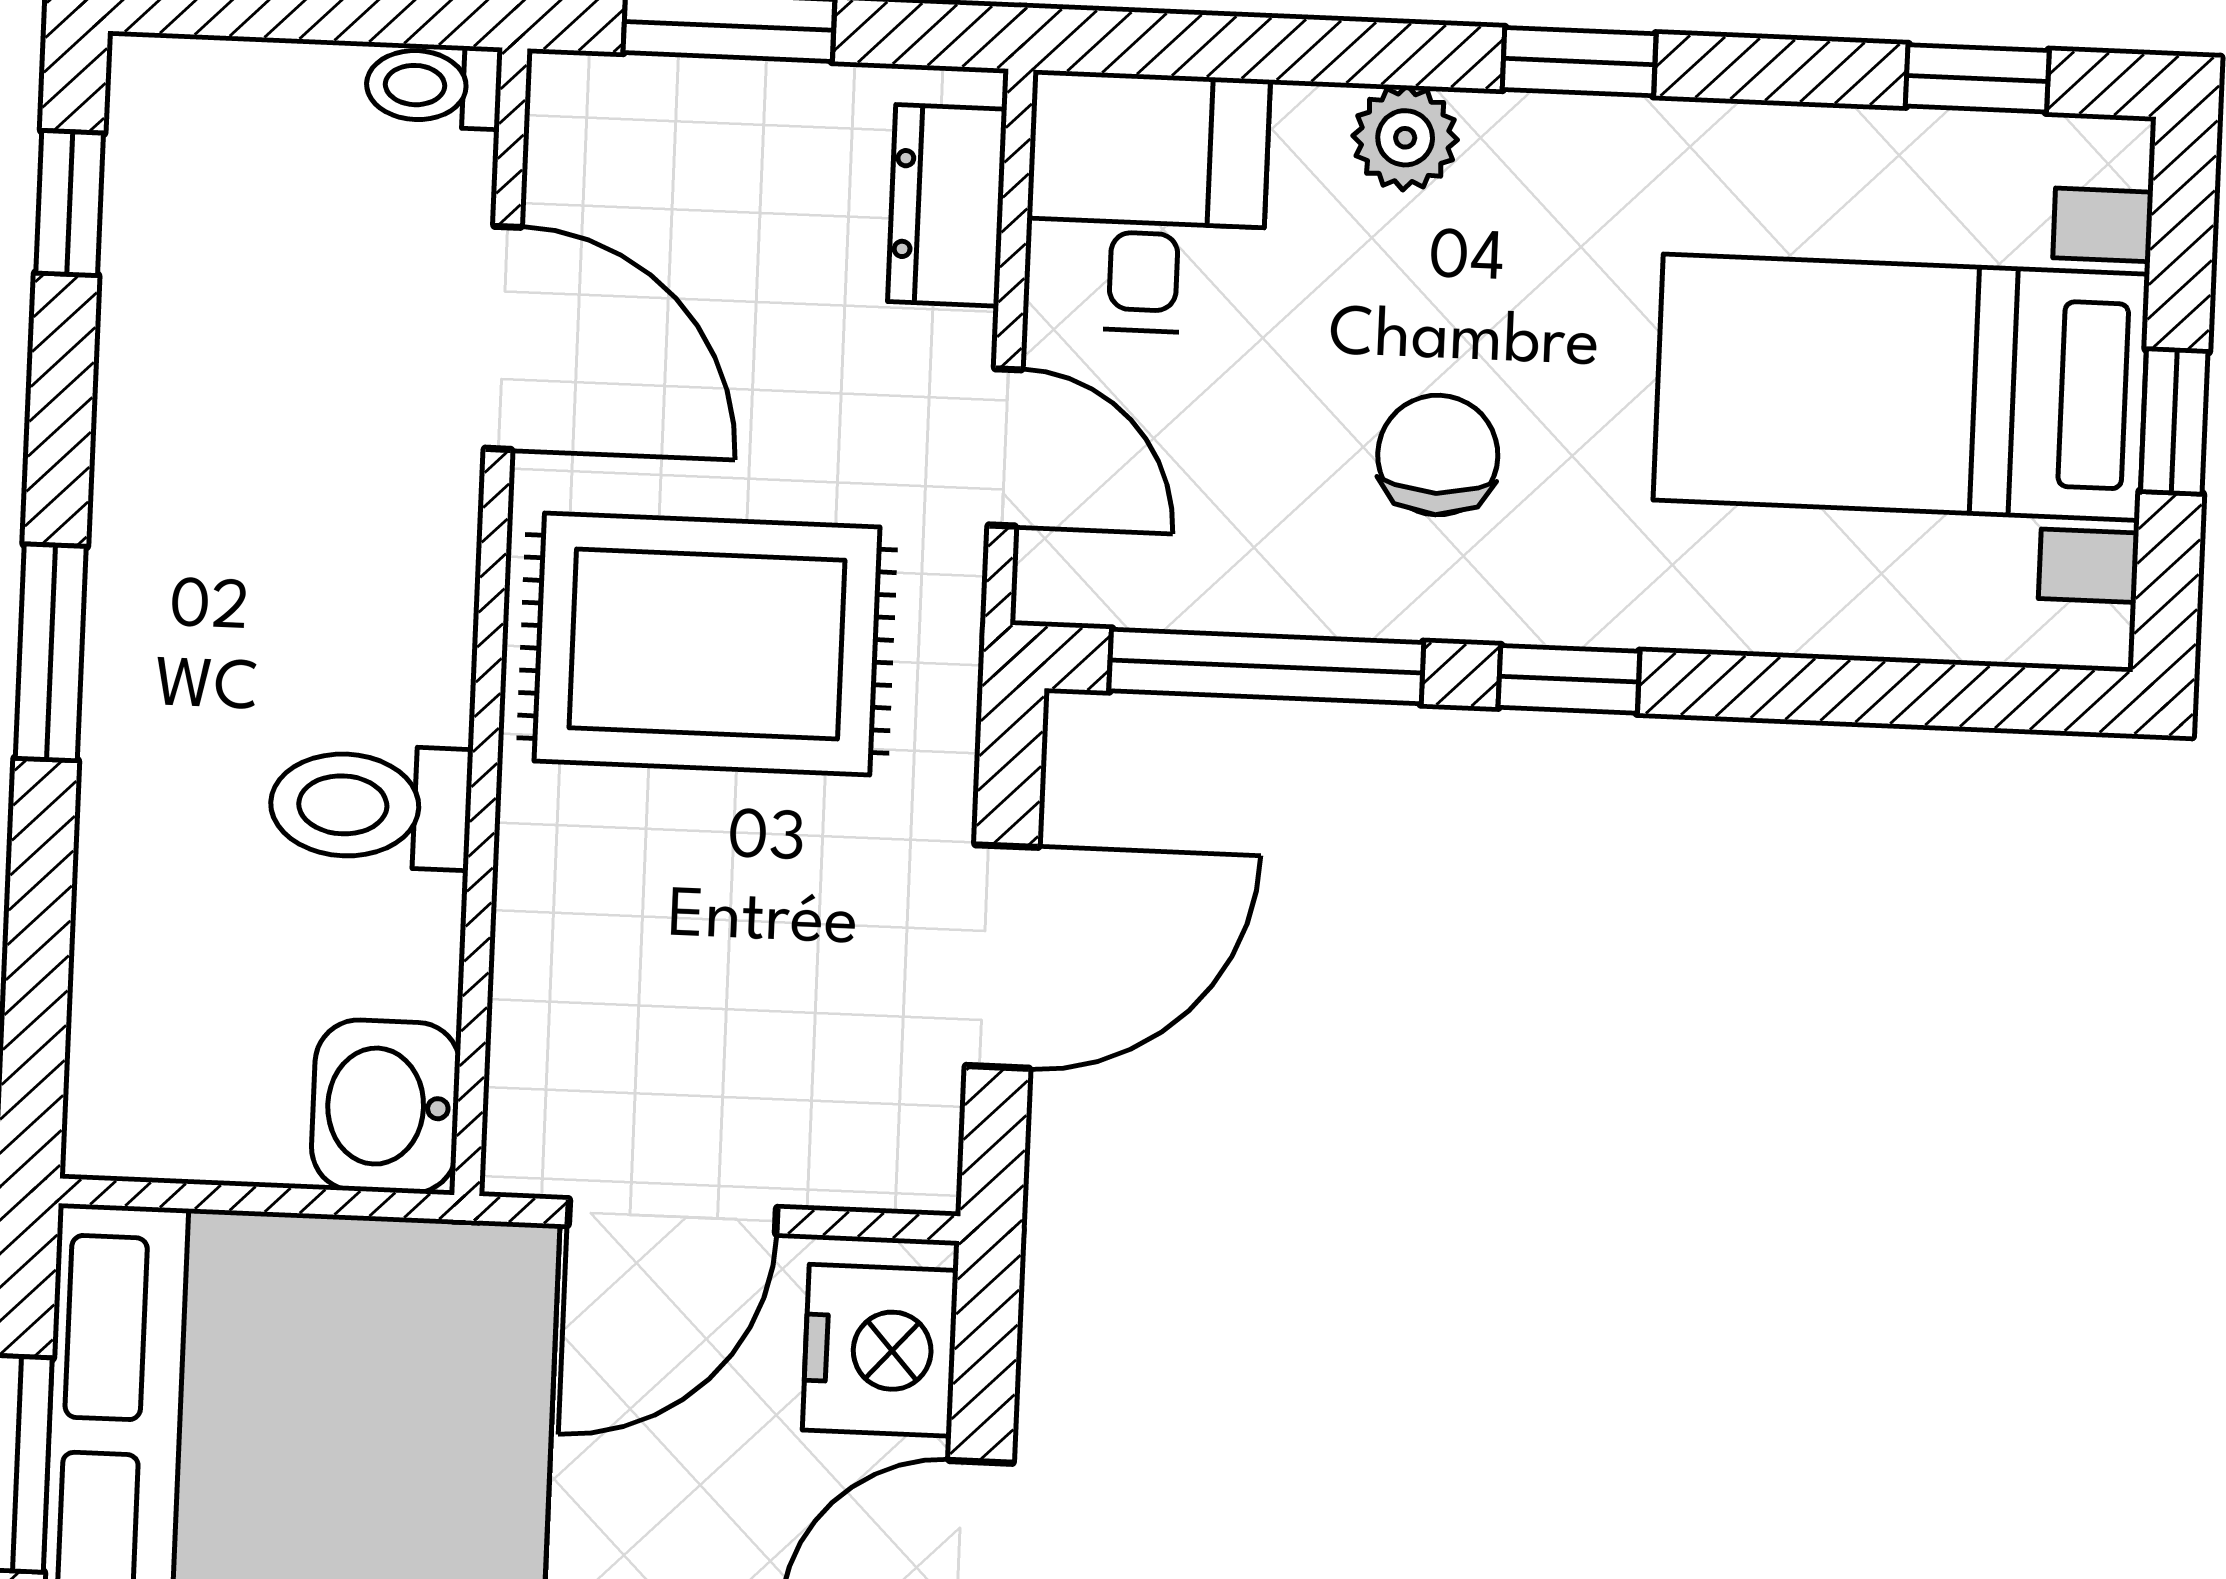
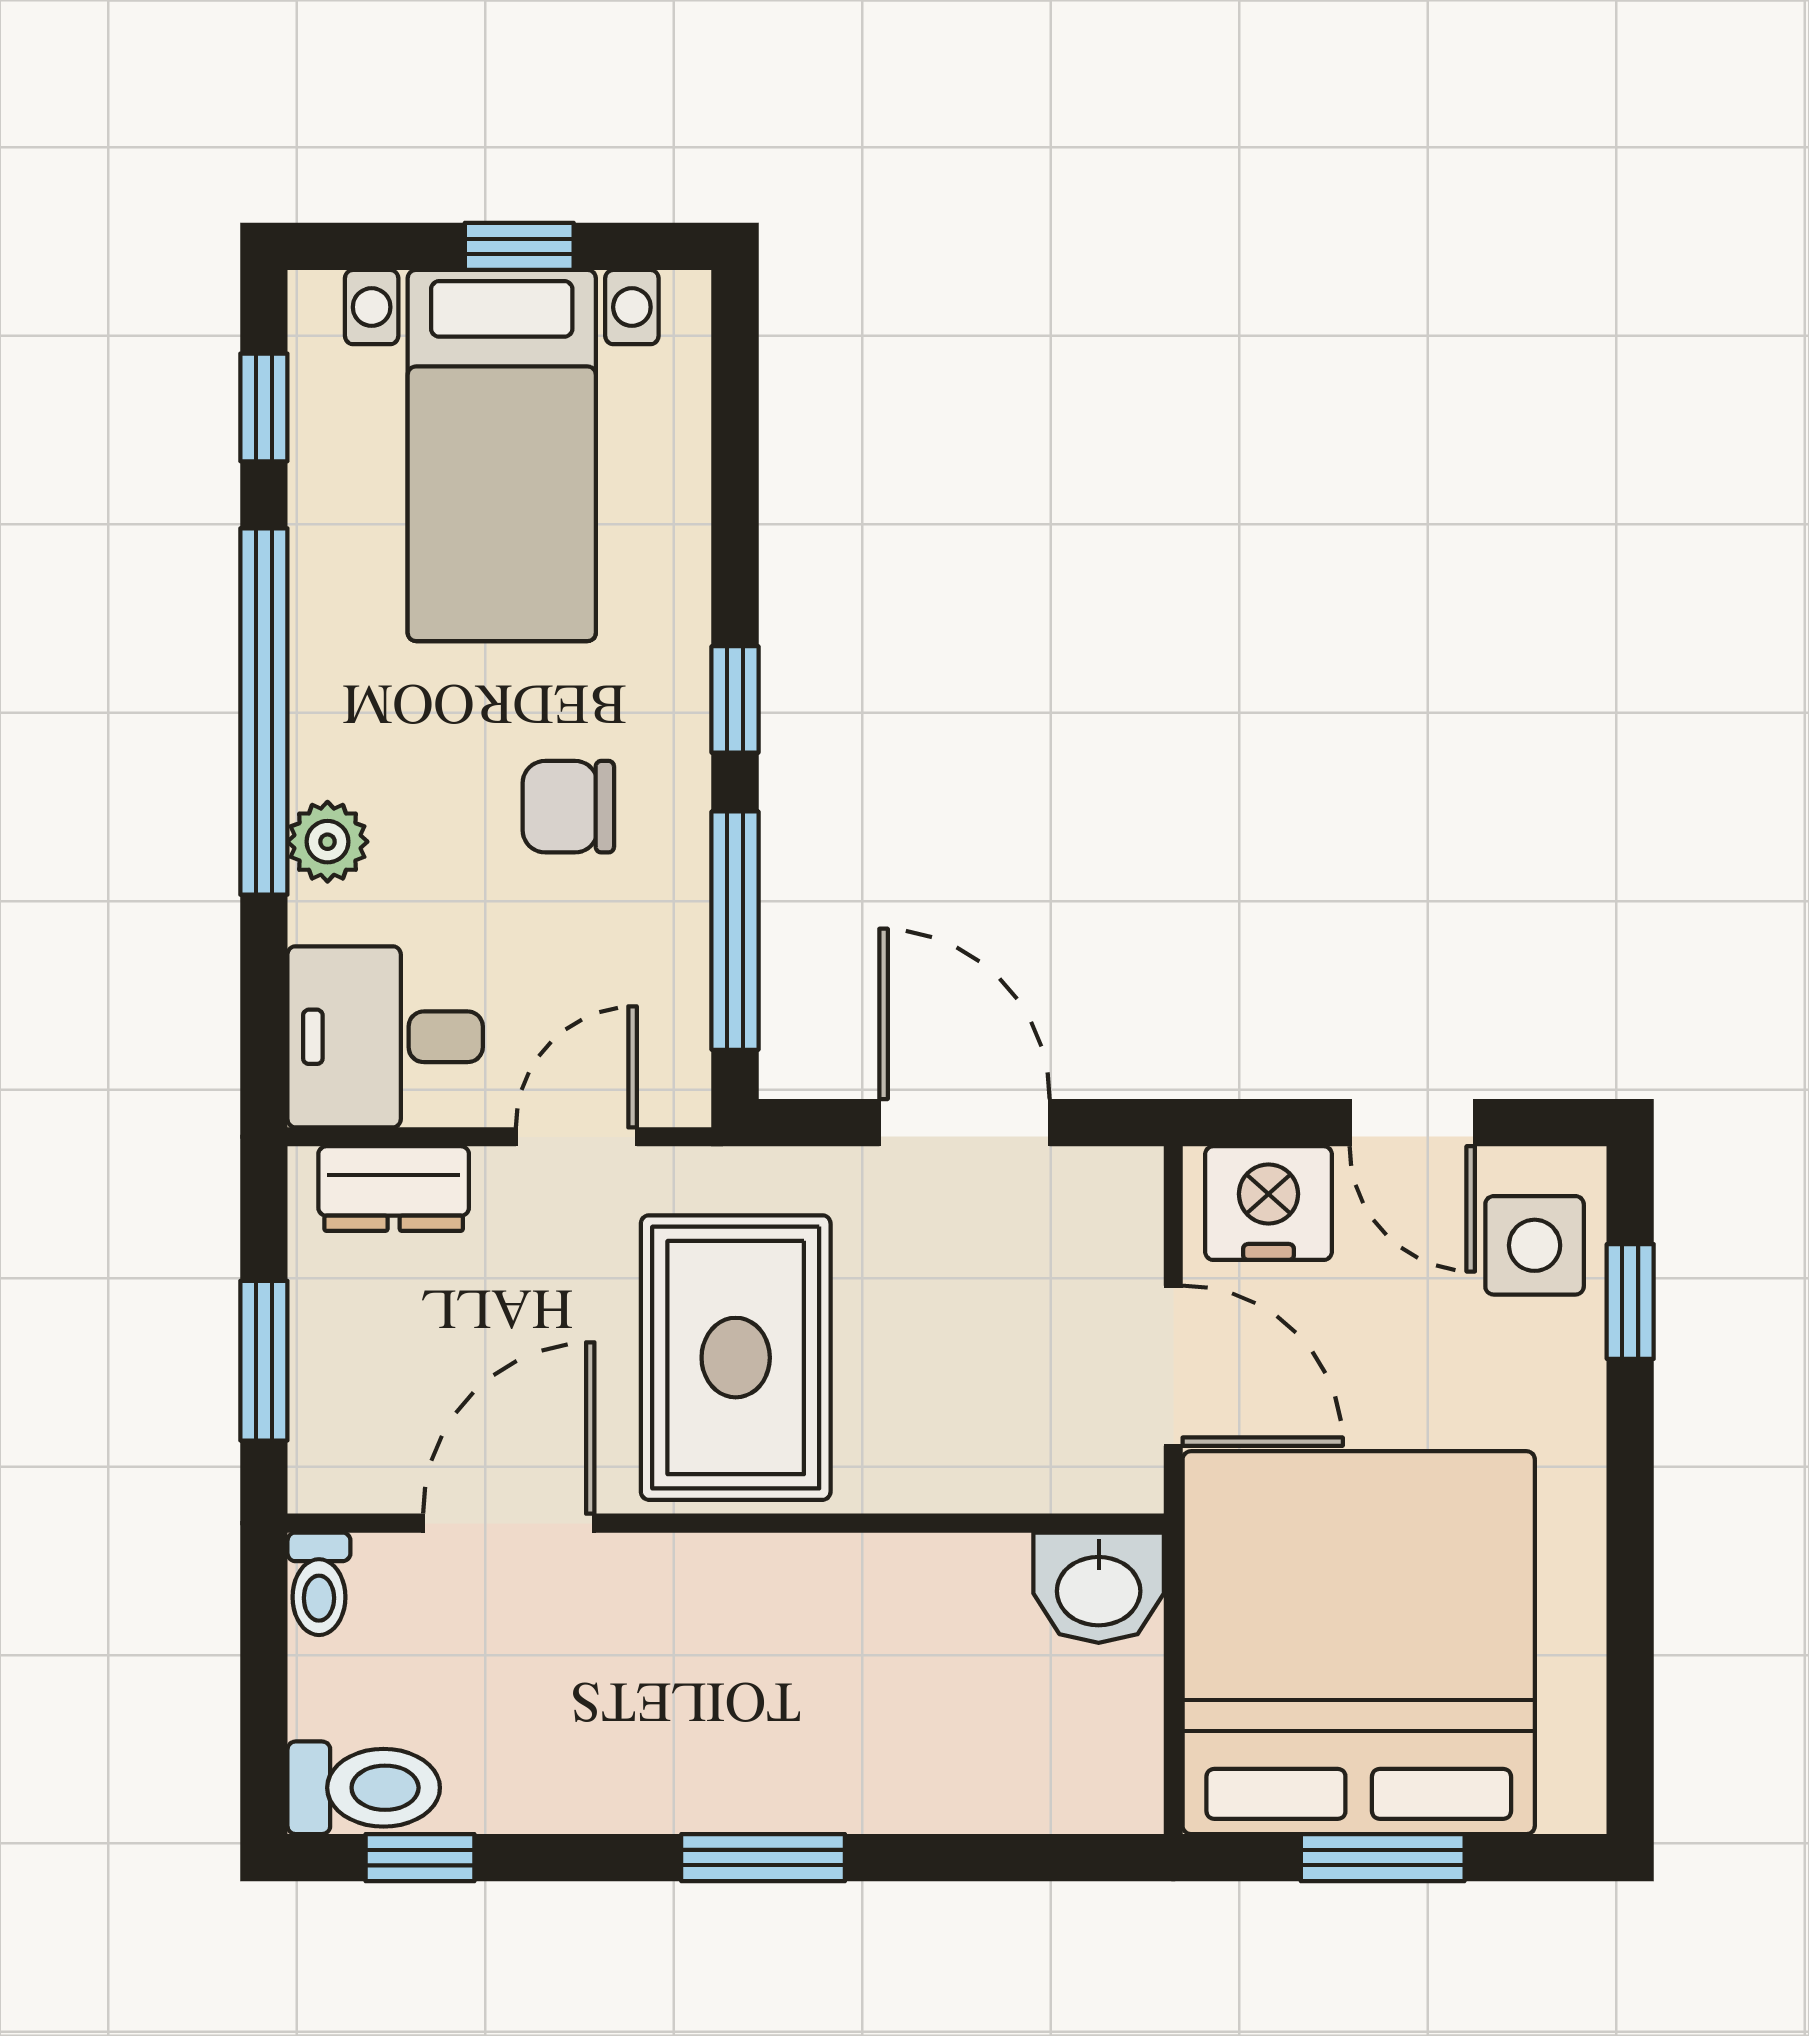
window: (1579, 62) -> (264, 712), width x3.17
toilet: (371, 806) -> (364, 1788), moved, turned -90

